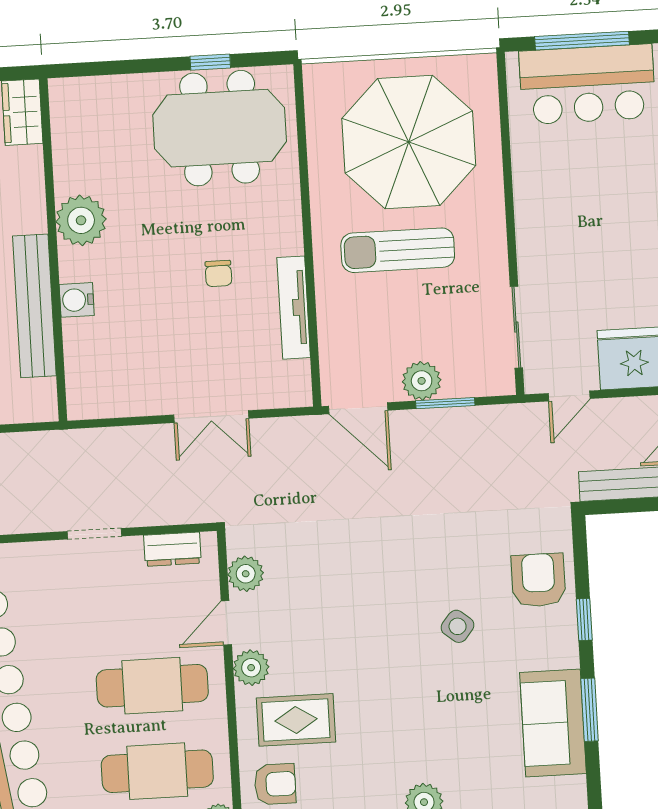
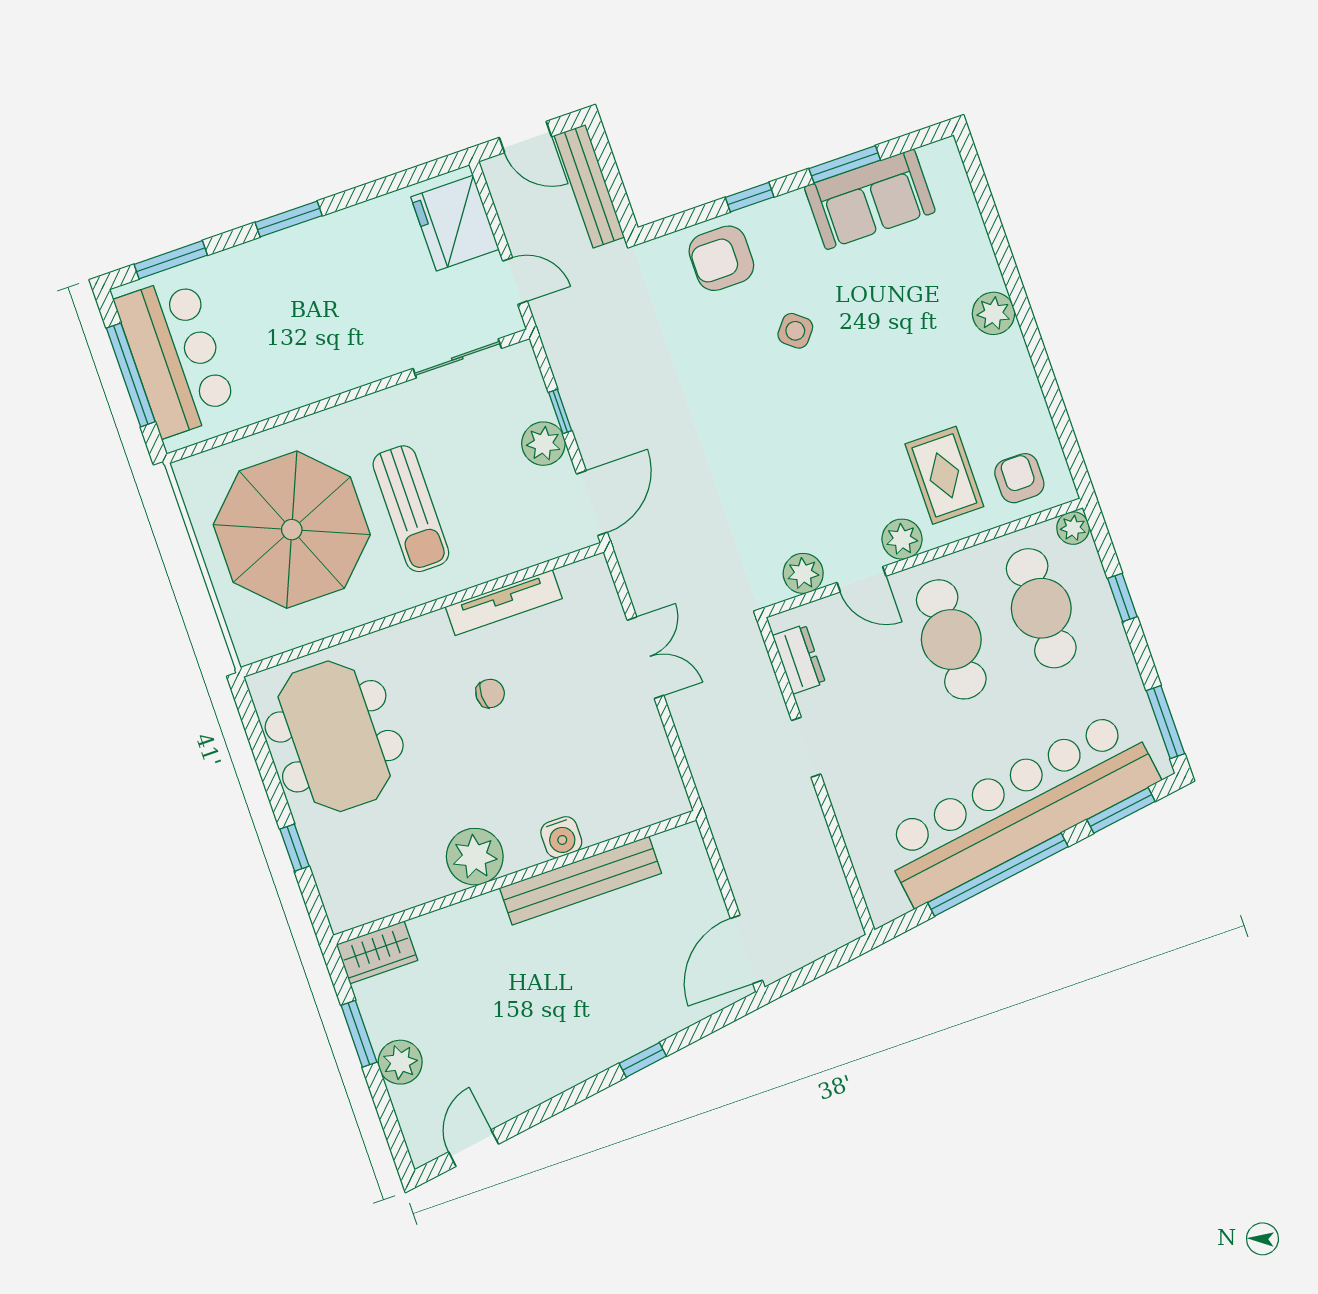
window: (210, 62) -> (295, 848), moved
window: (445, 403) -> (560, 411), width x0.67

